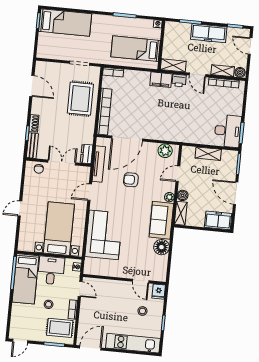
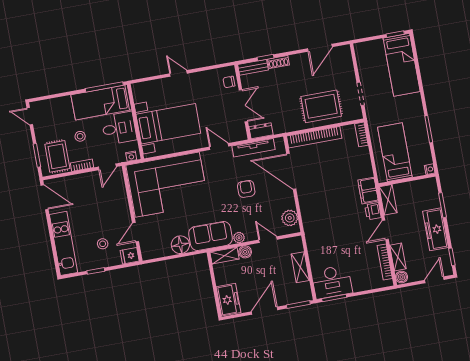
corner sofa: (104, 235) -> (167, 185), width x1.36, depth x1.36

